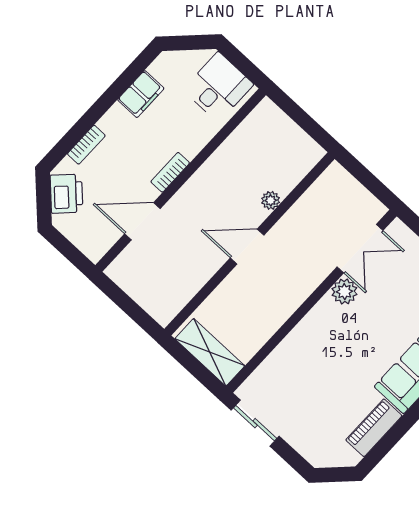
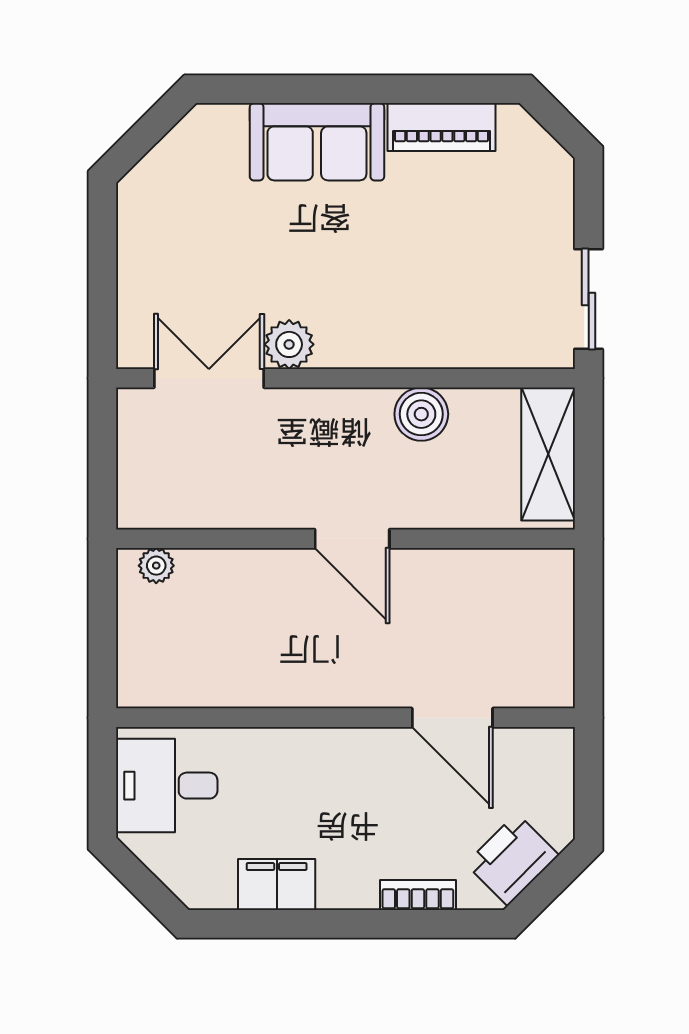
bookcase: (170, 172) -> (348, 742), removed
plant: (271, 200) -> (156, 566), moved
boiler: (270, 318) -> (421, 414), added

